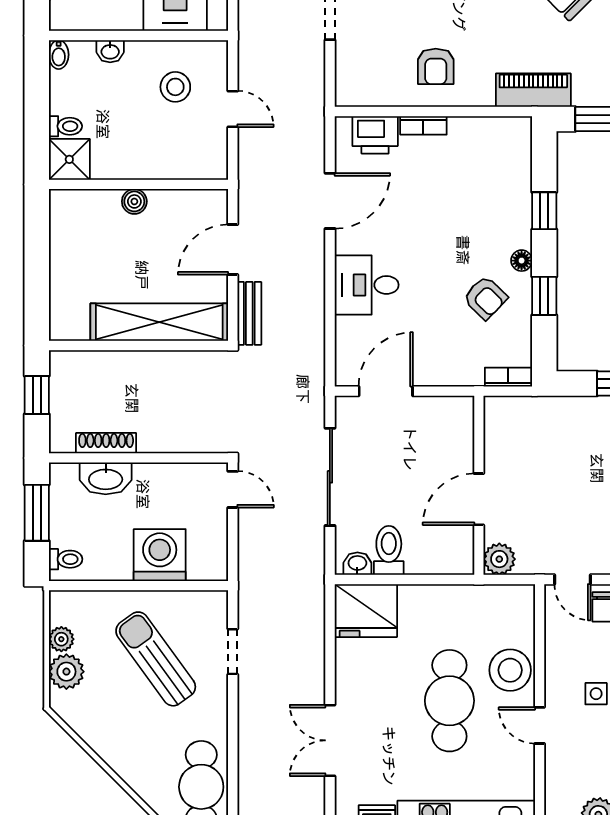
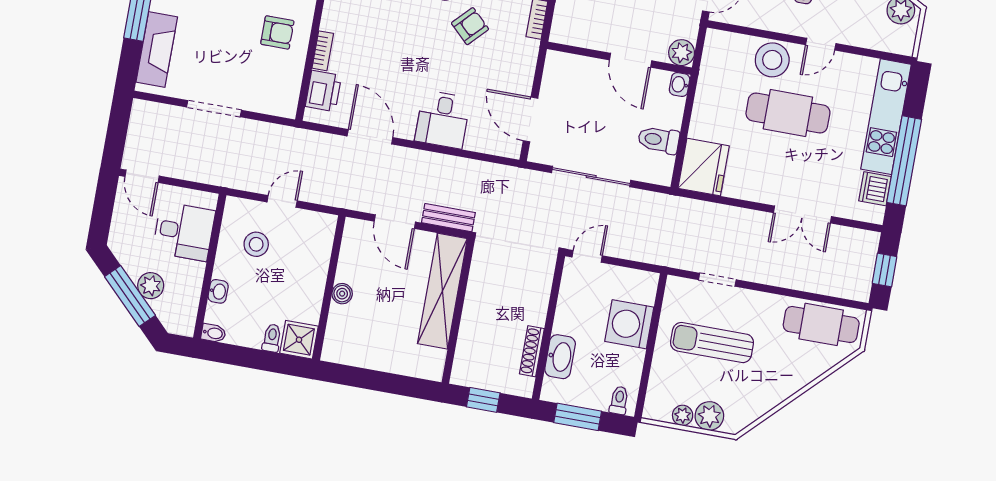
washbasin: (357, 564) -> (680, 84), moved
sun lounger: (156, 659) -> (712, 343), turned 36

